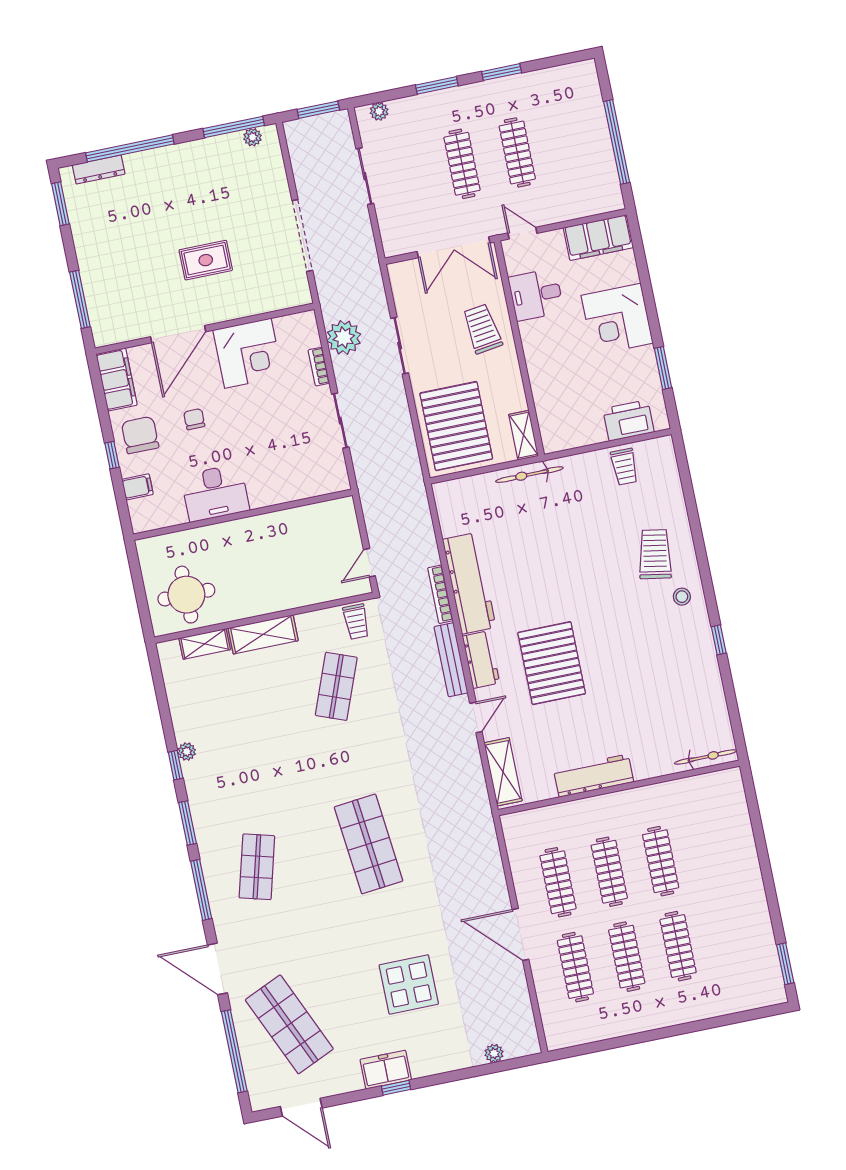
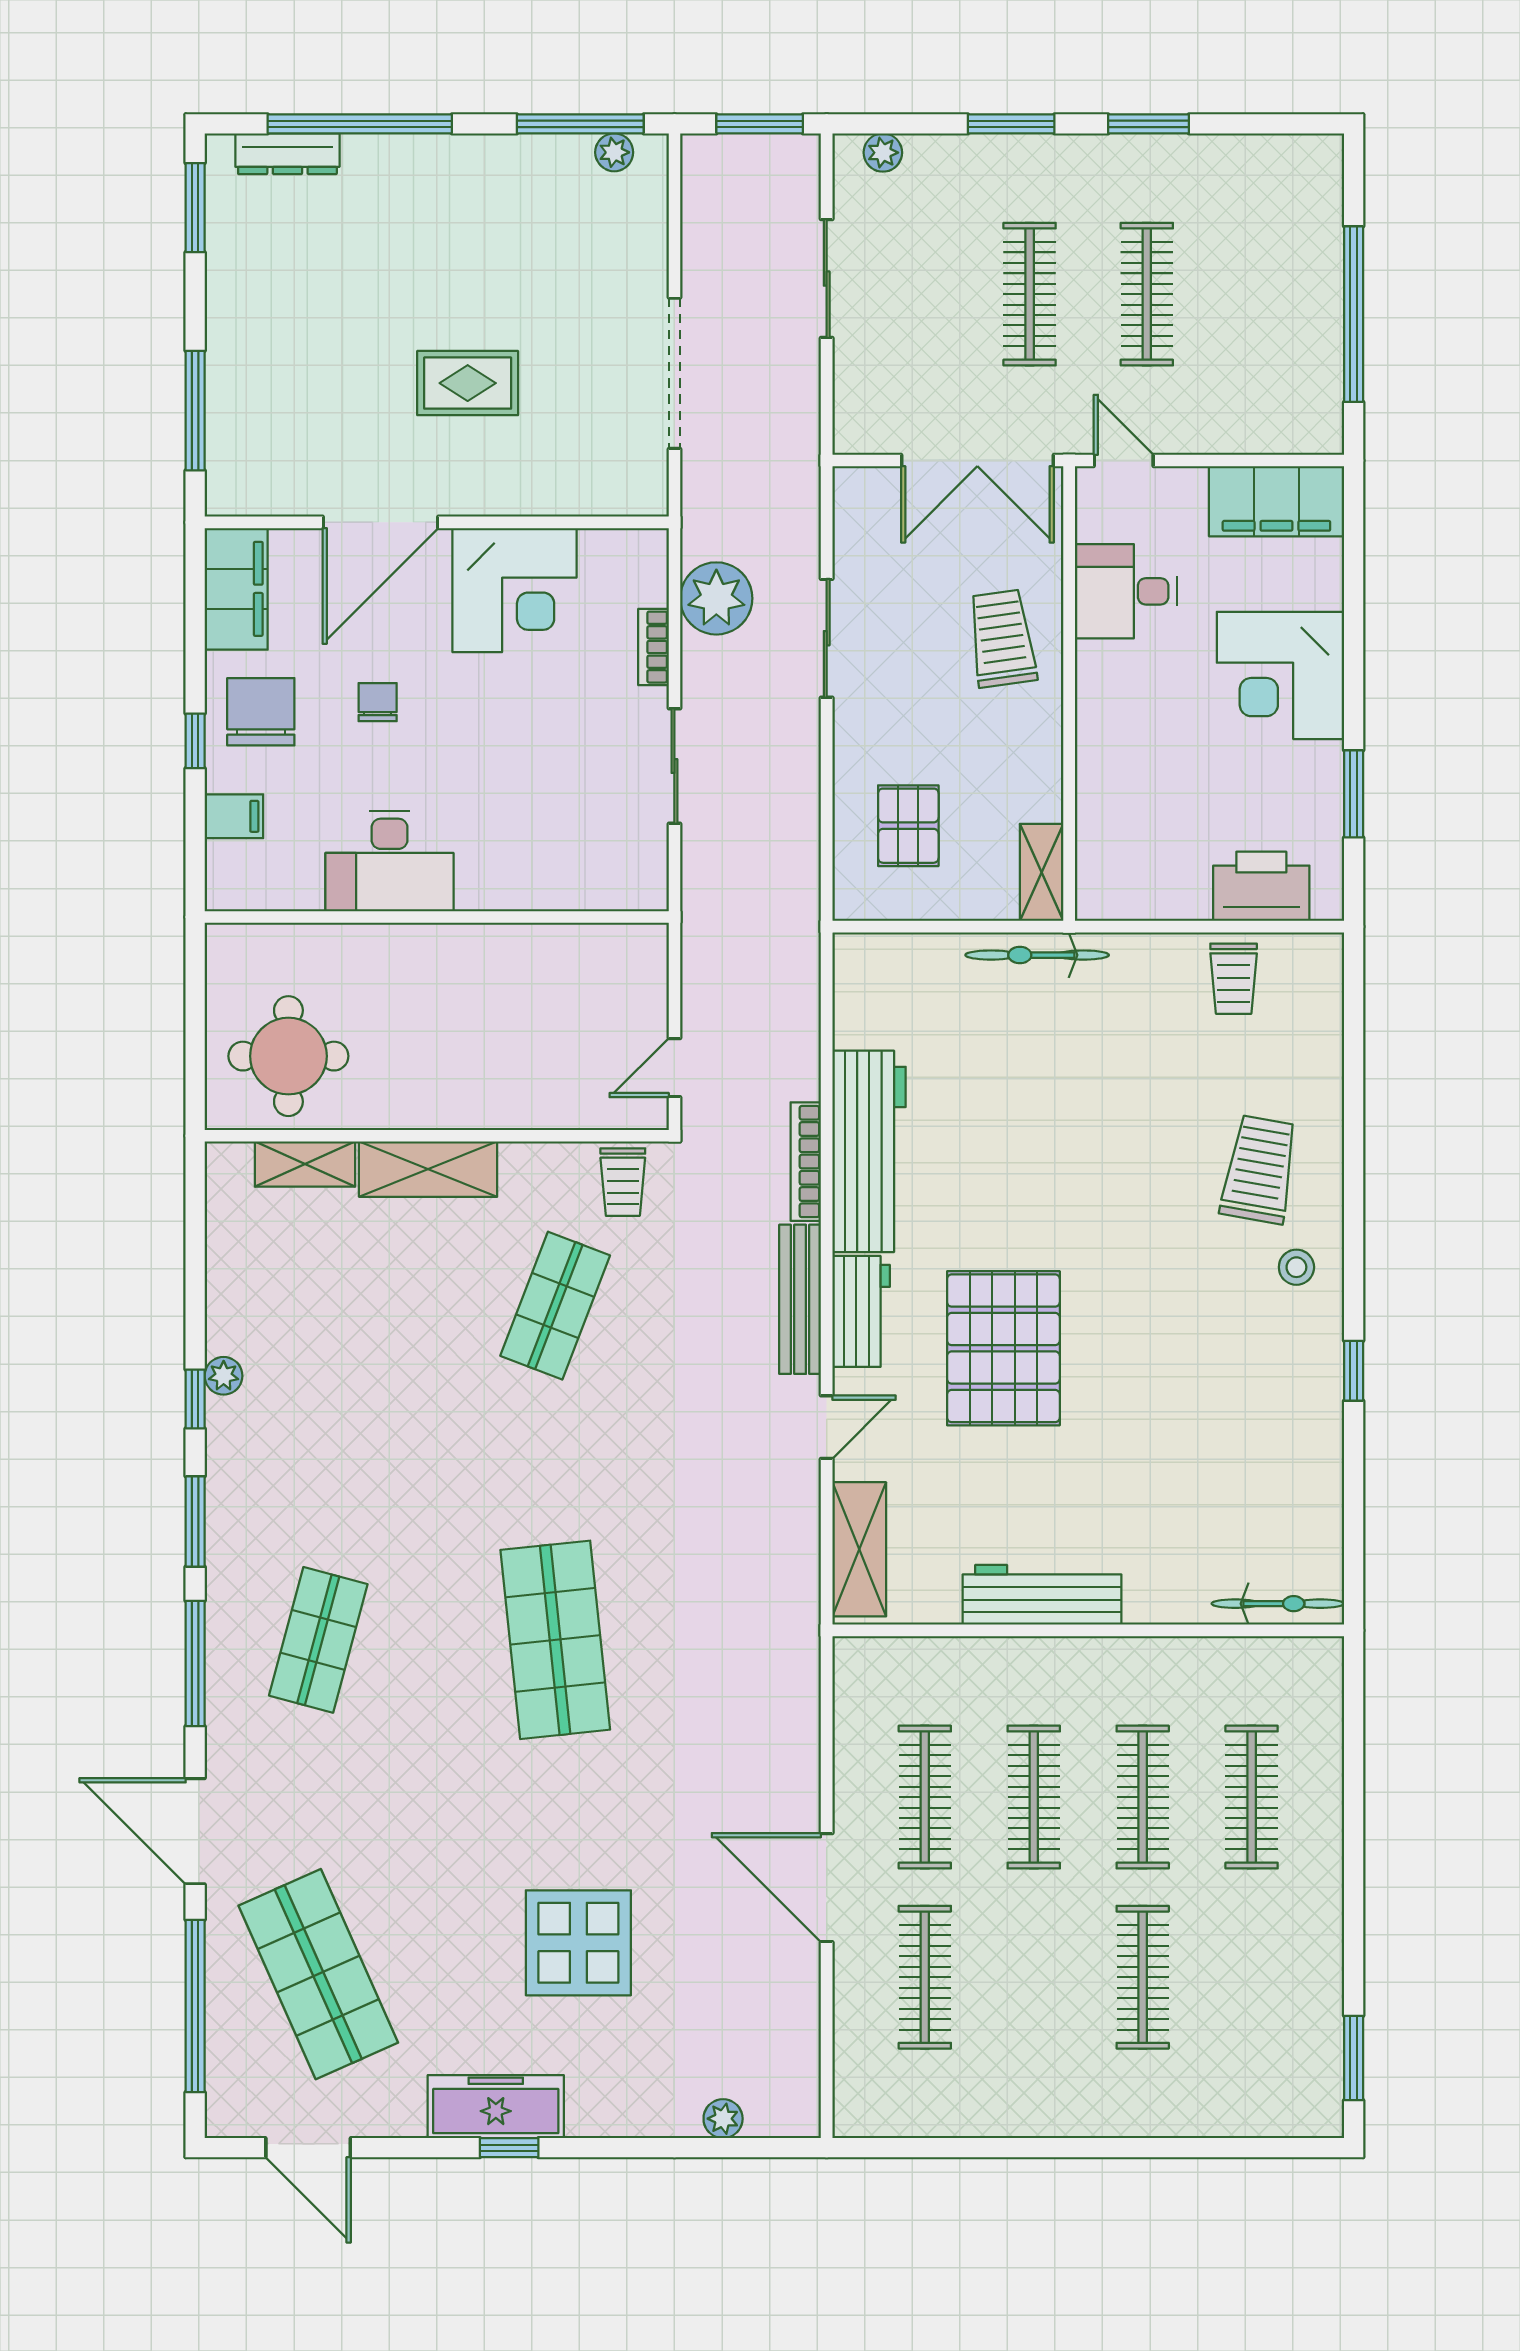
pallet: (456, 426) -> (908, 826), width x0.49, depth x0.50
clothes rail: (627, 957) -> (1252, 1797), moved
freezer: (386, 1070) -> (496, 2107), width x1.40

